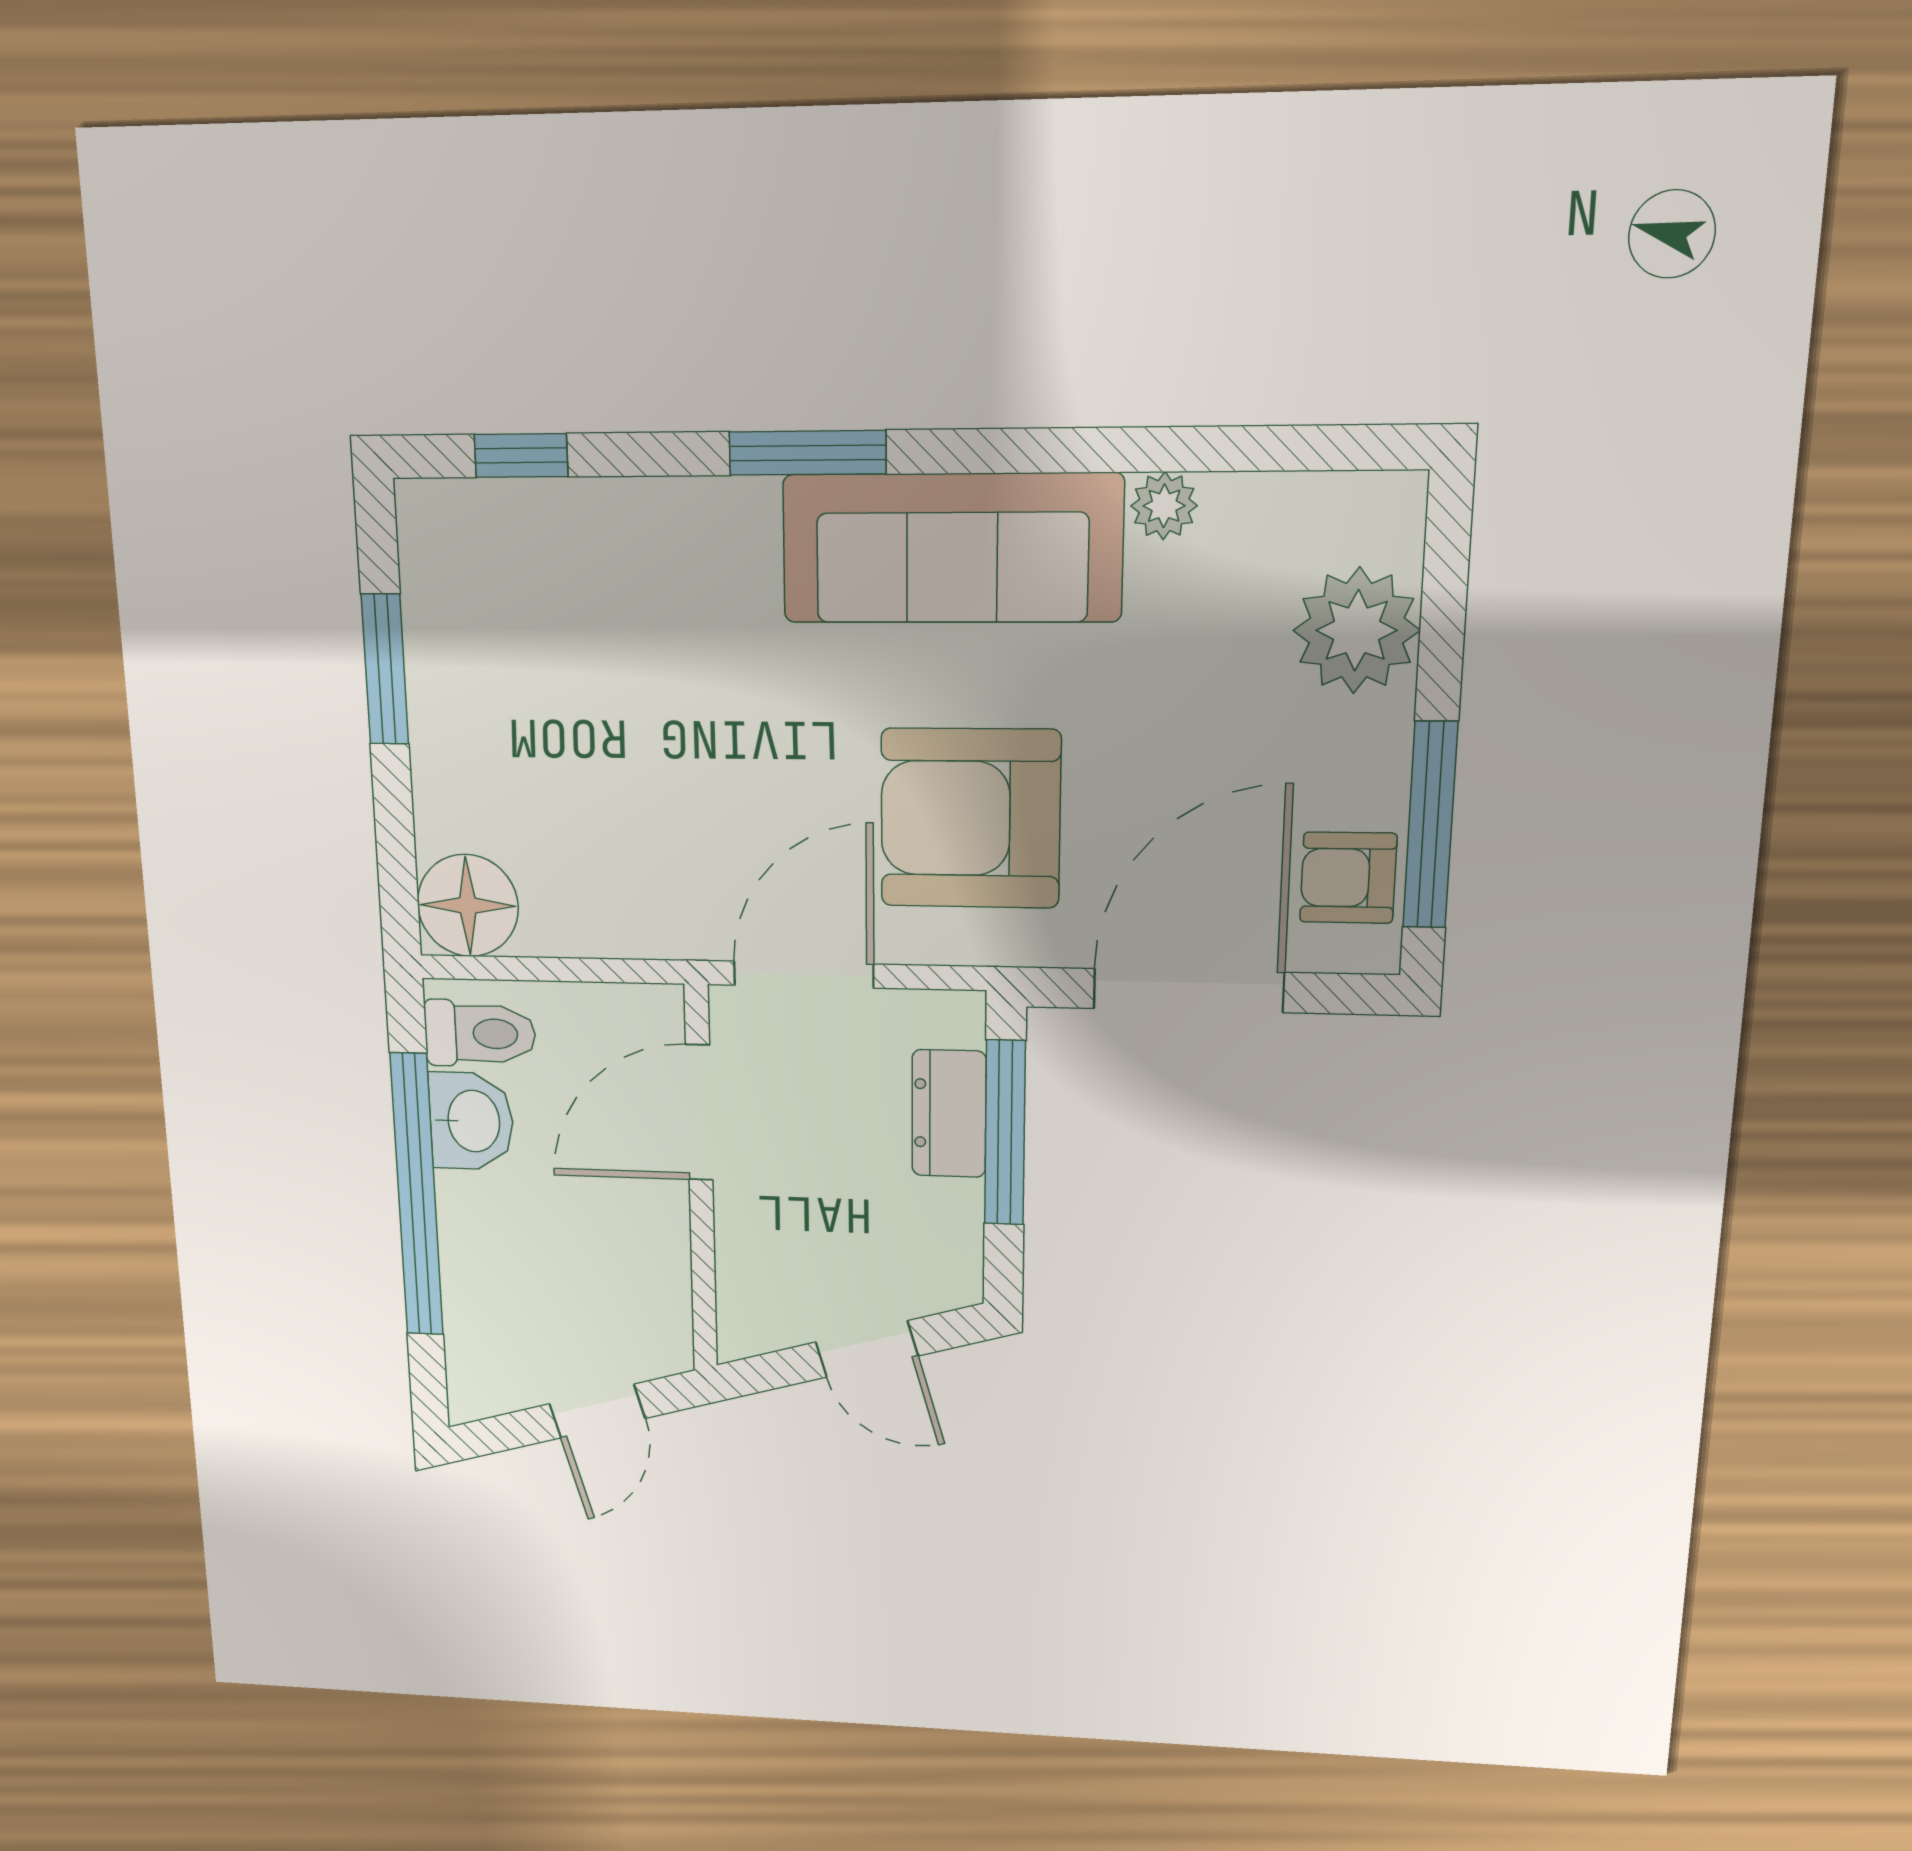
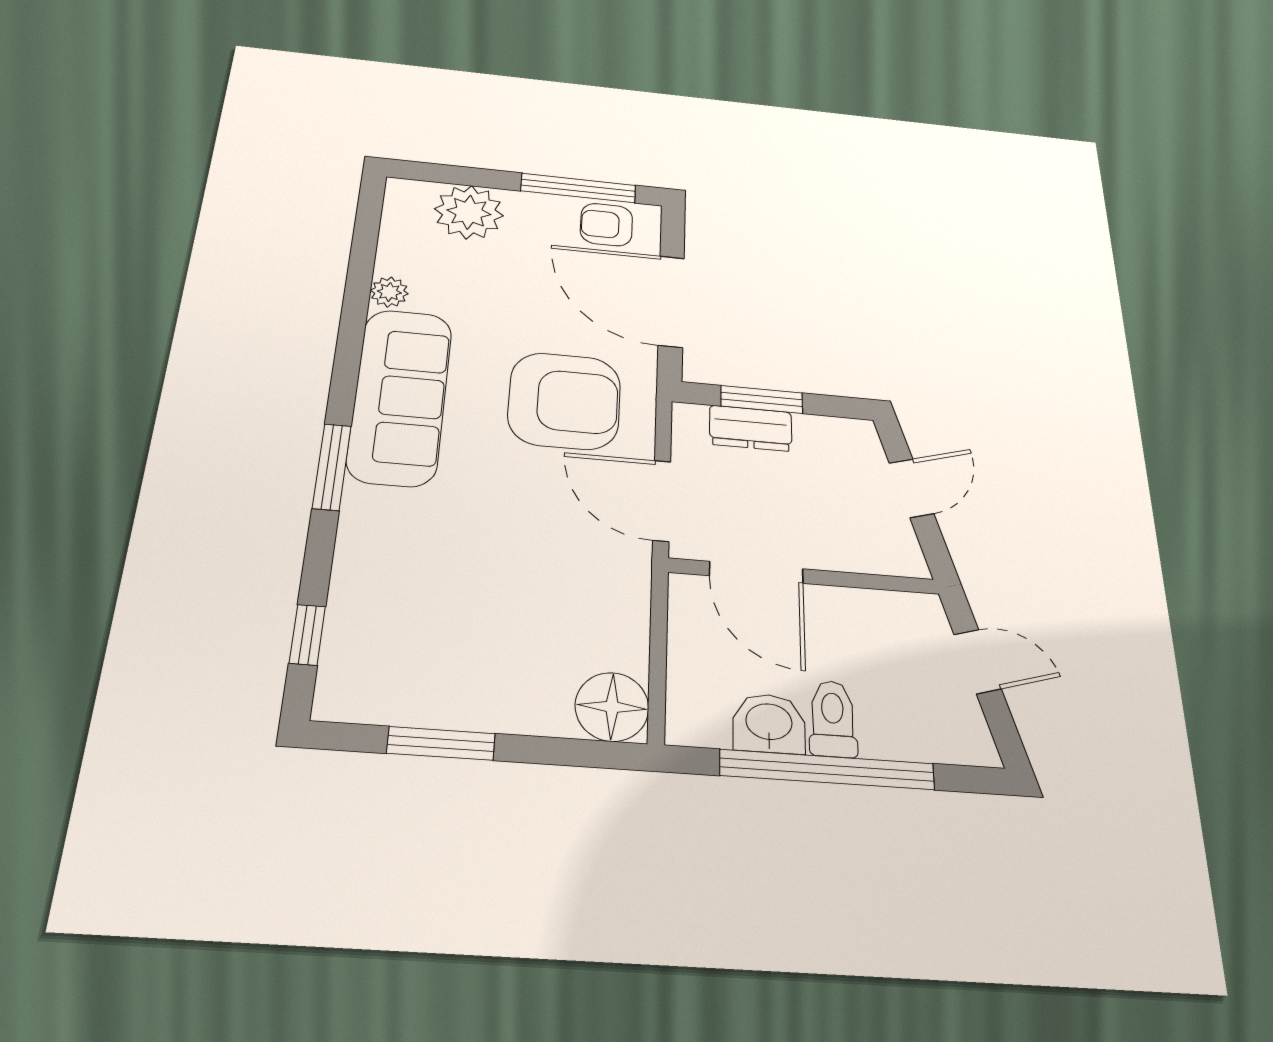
armchair: (970, 818) -> (564, 401), turned -90
armchair: (1348, 878) -> (606, 225), turned 90
toilet: (480, 1034) -> (833, 719), moved
window: (1005, 1133) -> (762, 400), width x0.69

